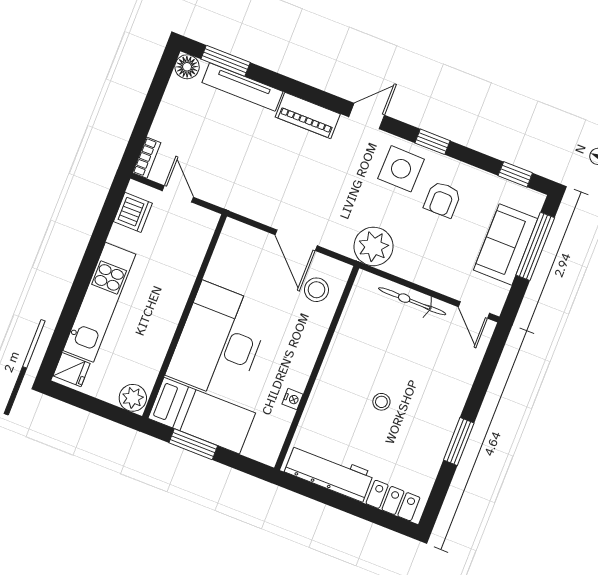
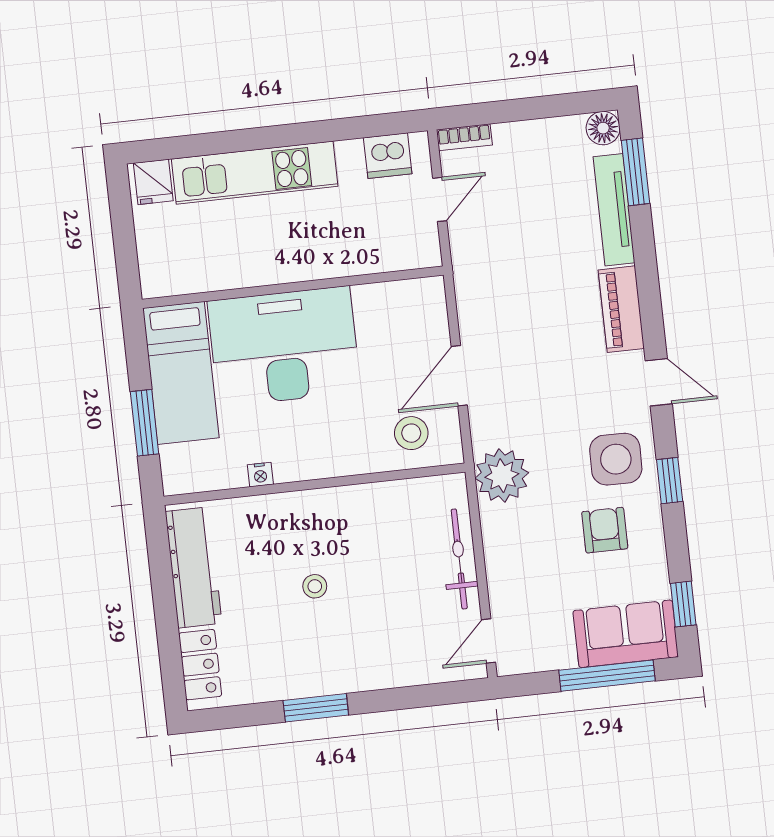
armchair: (442, 199) -> (605, 530), turned 90
sofa: (506, 244) -> (626, 634), moved
plant: (133, 398) -> (158, 276), removed
window: (193, 444) -> (145, 423), moved

